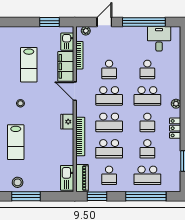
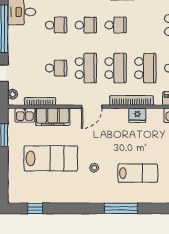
lab bench: (29, 65) -> (51, 158), width x1.36, depth x1.39
door: (75, 91) -> (92, 107), moved
school desk: (147, 96) -> (86, 25), width x0.54
fridge: (67, 122) -> (137, 115), moved
school desk: (147, 149) -> (145, 25), removed

